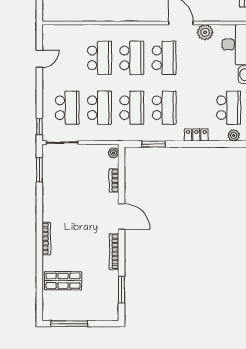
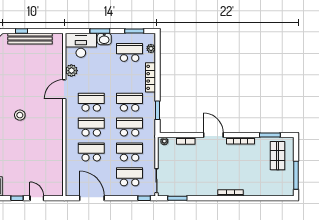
door: (39, 59) -> (92, 198), width x1.87
locker: (196, 135) -> (151, 77), width x1.53
door: (121, 216) -> (213, 135), hinge flipped
shop shelf: (63, 281) -> (277, 156), moved

